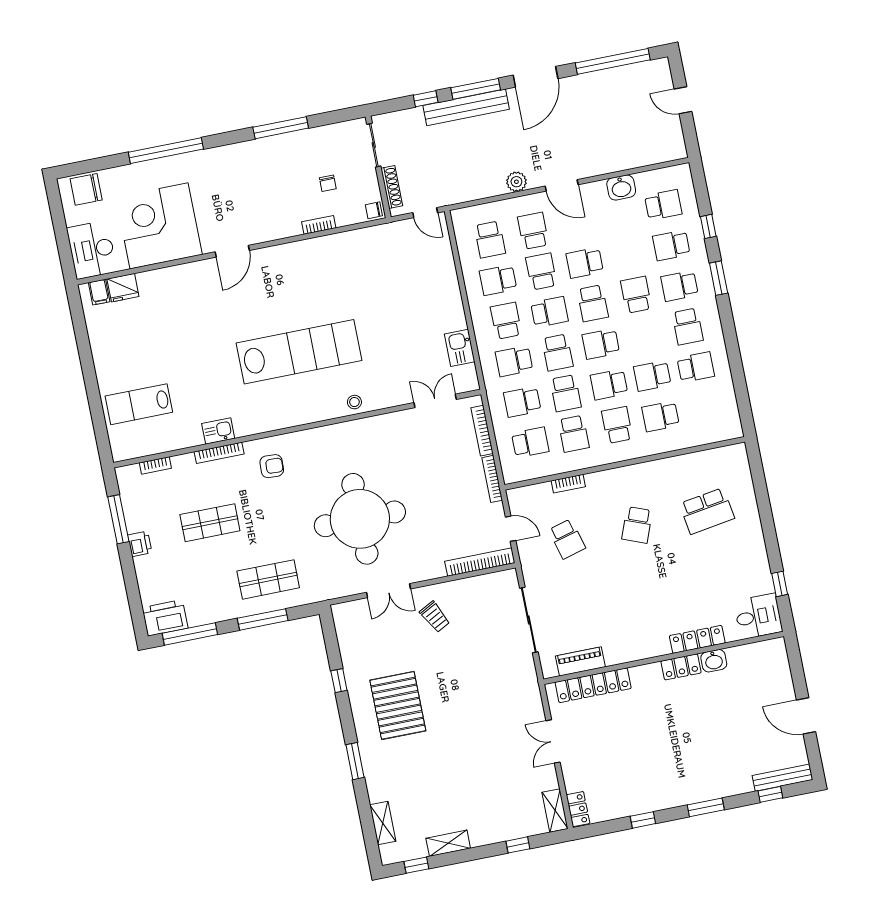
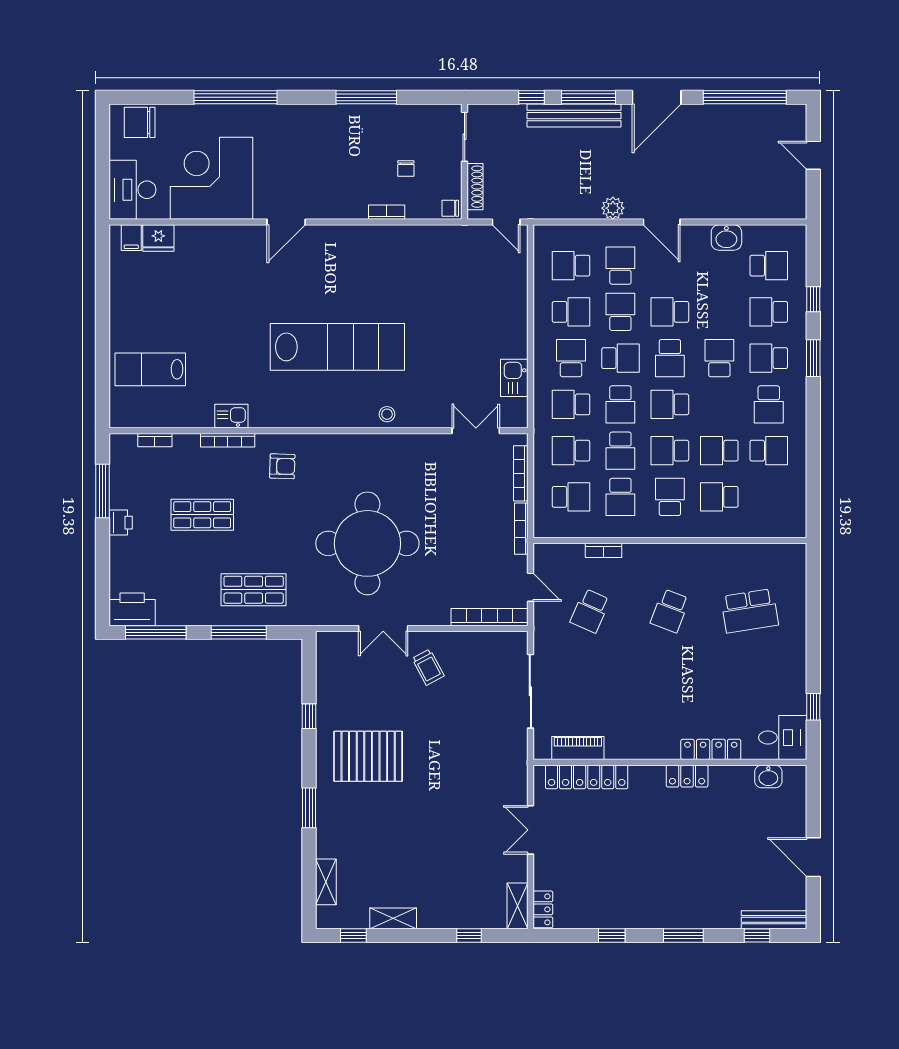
school desk: (490, 240) -> (571, 266), turned 90
school desk: (498, 280) -> (571, 312), turned 180
school desk: (567, 539) -> (590, 611), turned 39
washbasin: (714, 661) -> (768, 776), moved
pallet: (398, 705) -> (368, 756), turned 90

